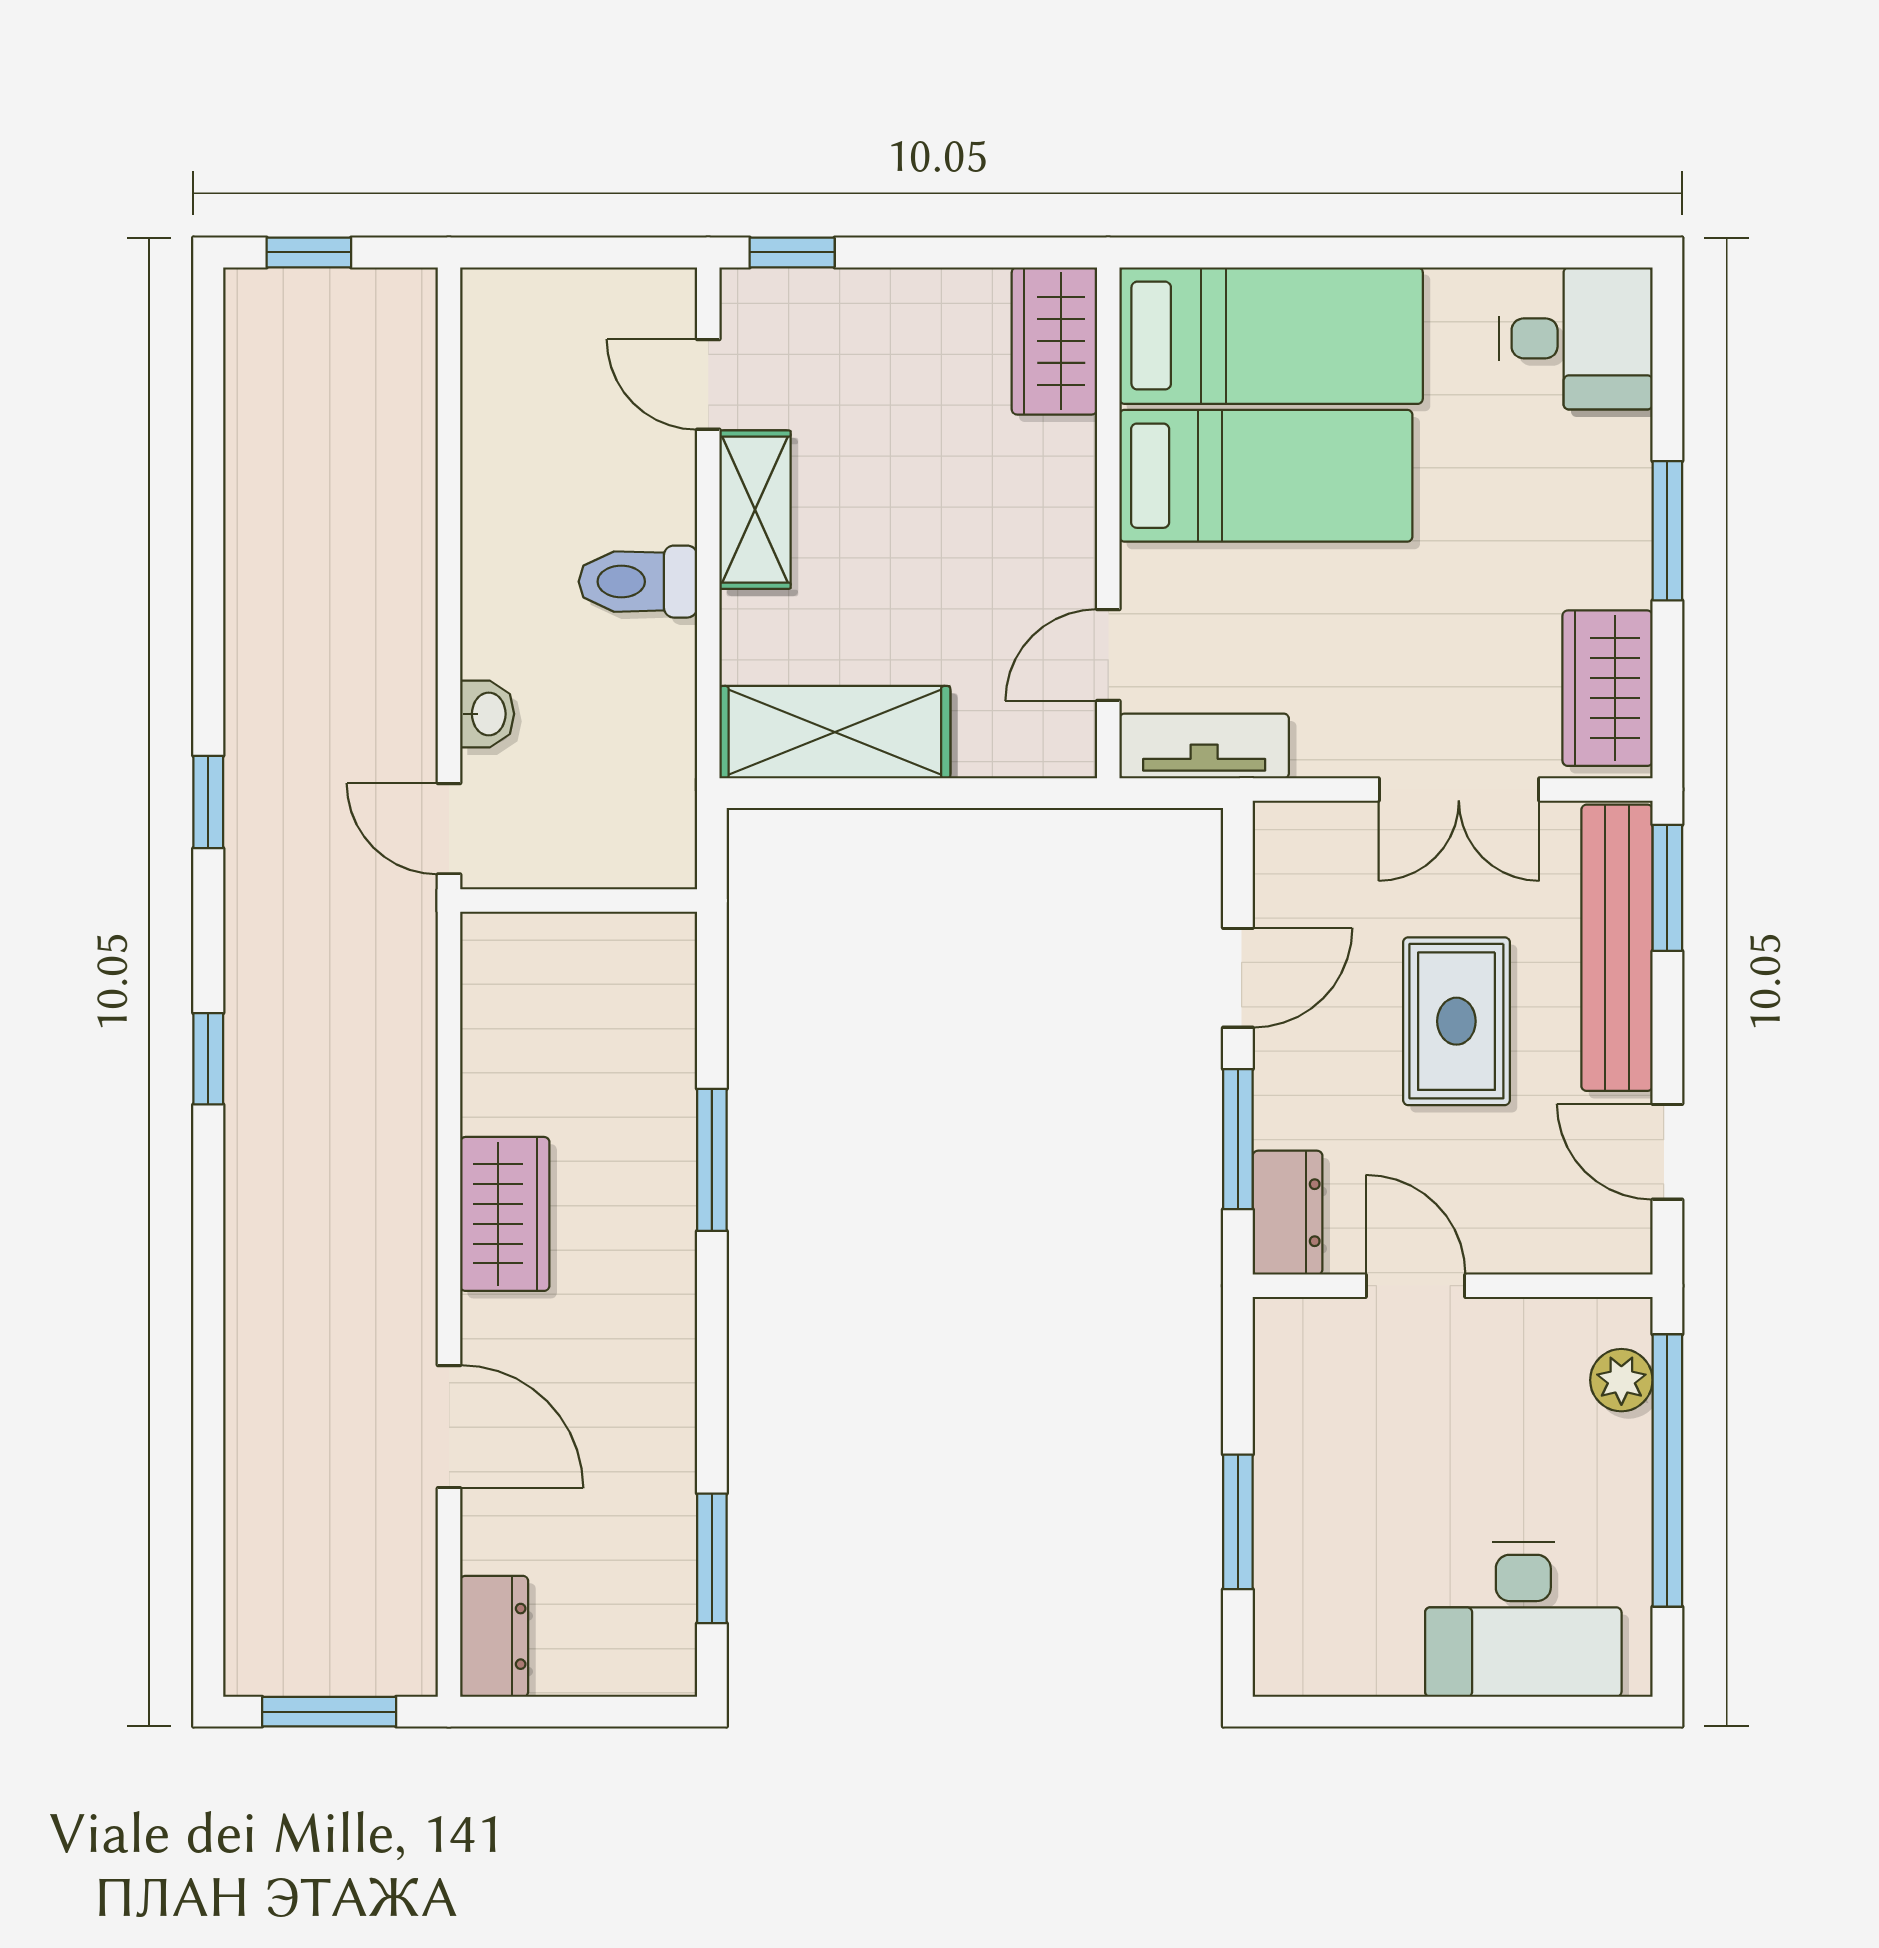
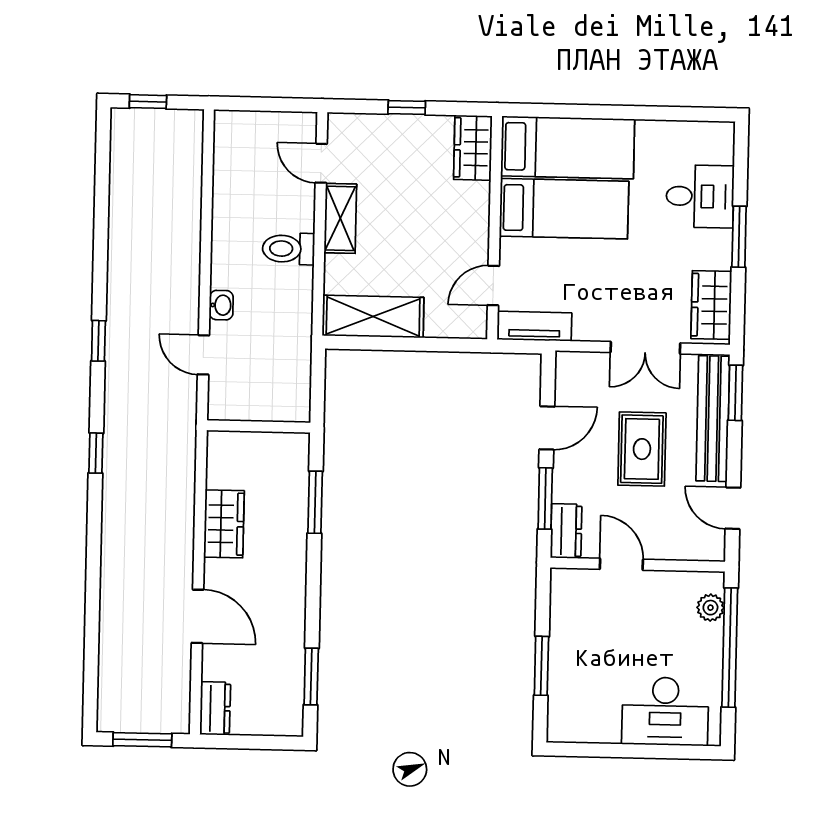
window: (792, 252) -> (407, 107), moved
desk: (1576, 338) -> (700, 196), moved
wall: (579, 901) -> (258, 426), moved

